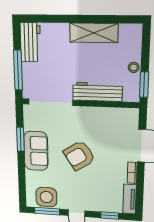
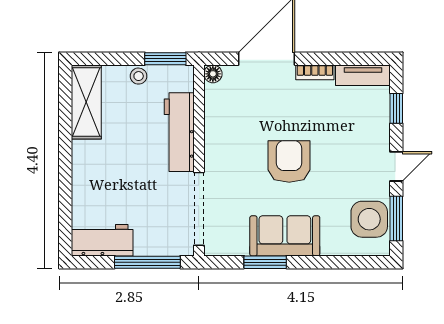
shelving: (94, 33) -> (86, 102), moved
floor lamp: (133, 114) -> (213, 74), added
armchair: (79, 155) -> (289, 161), turned -147

